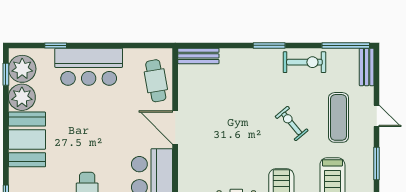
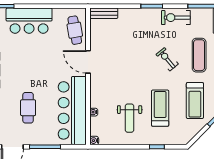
exercise bike: (304, 62) -> (176, 18), turned 180

